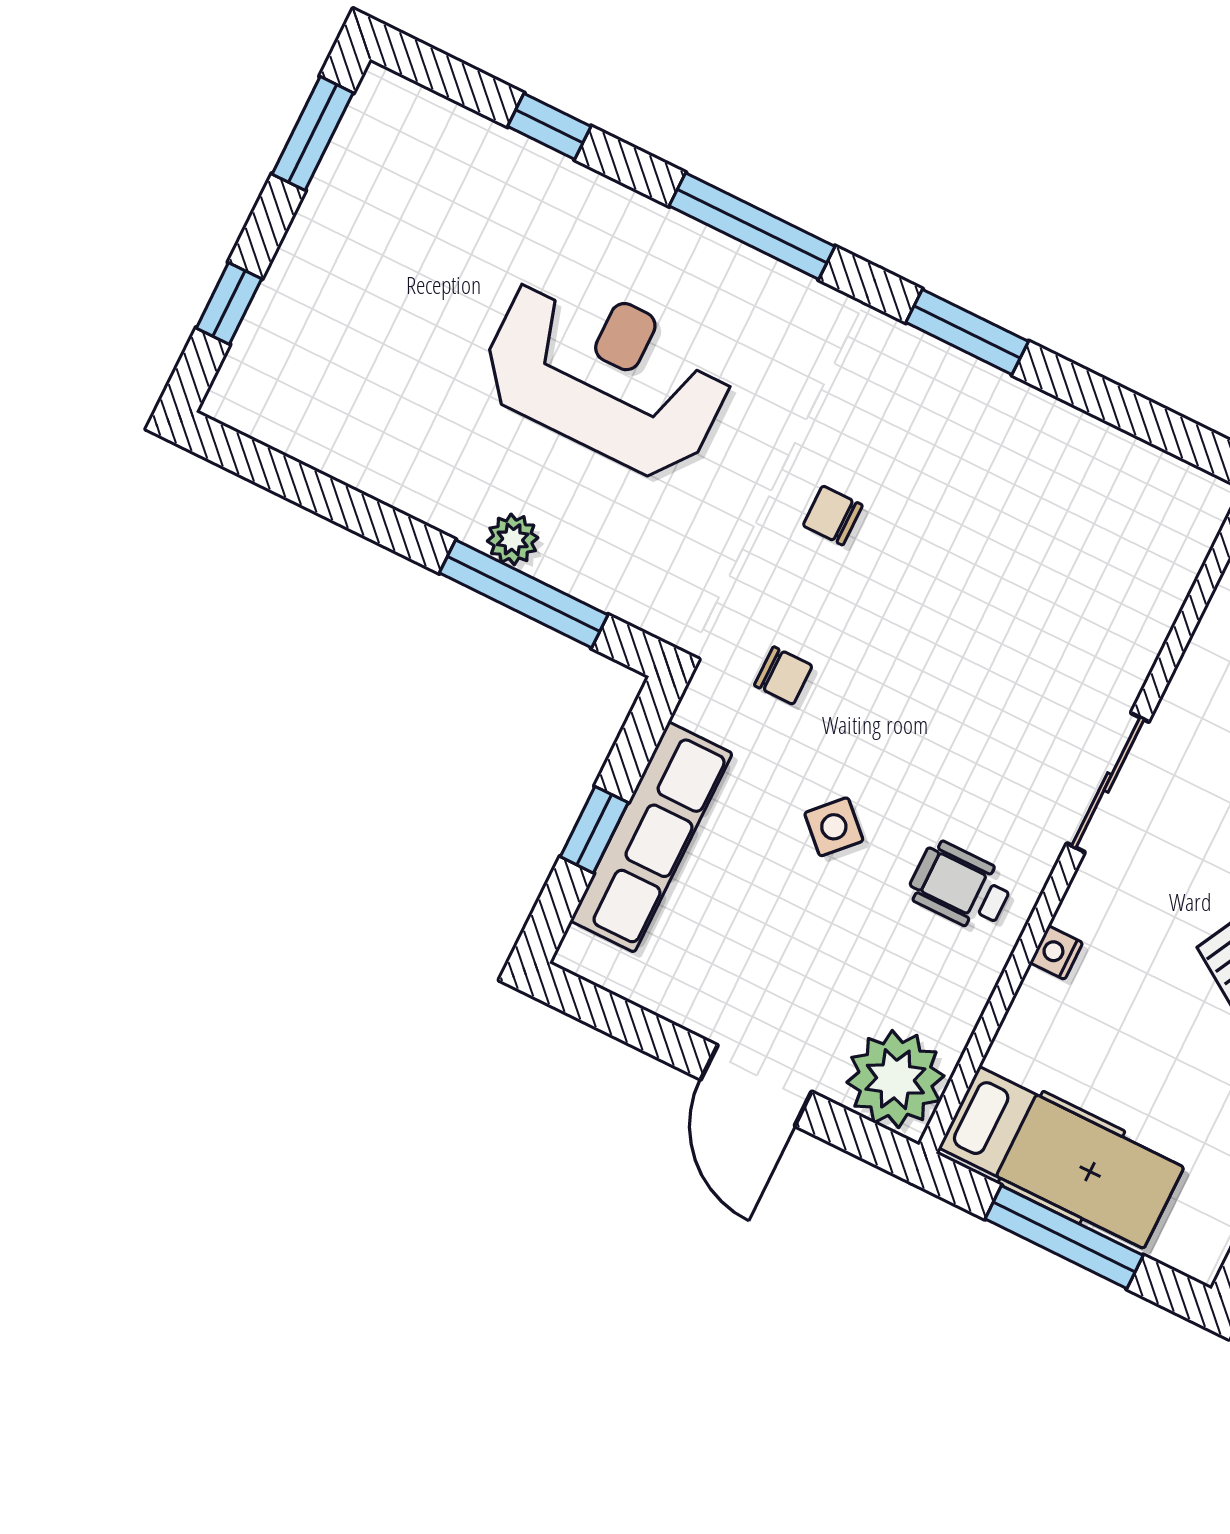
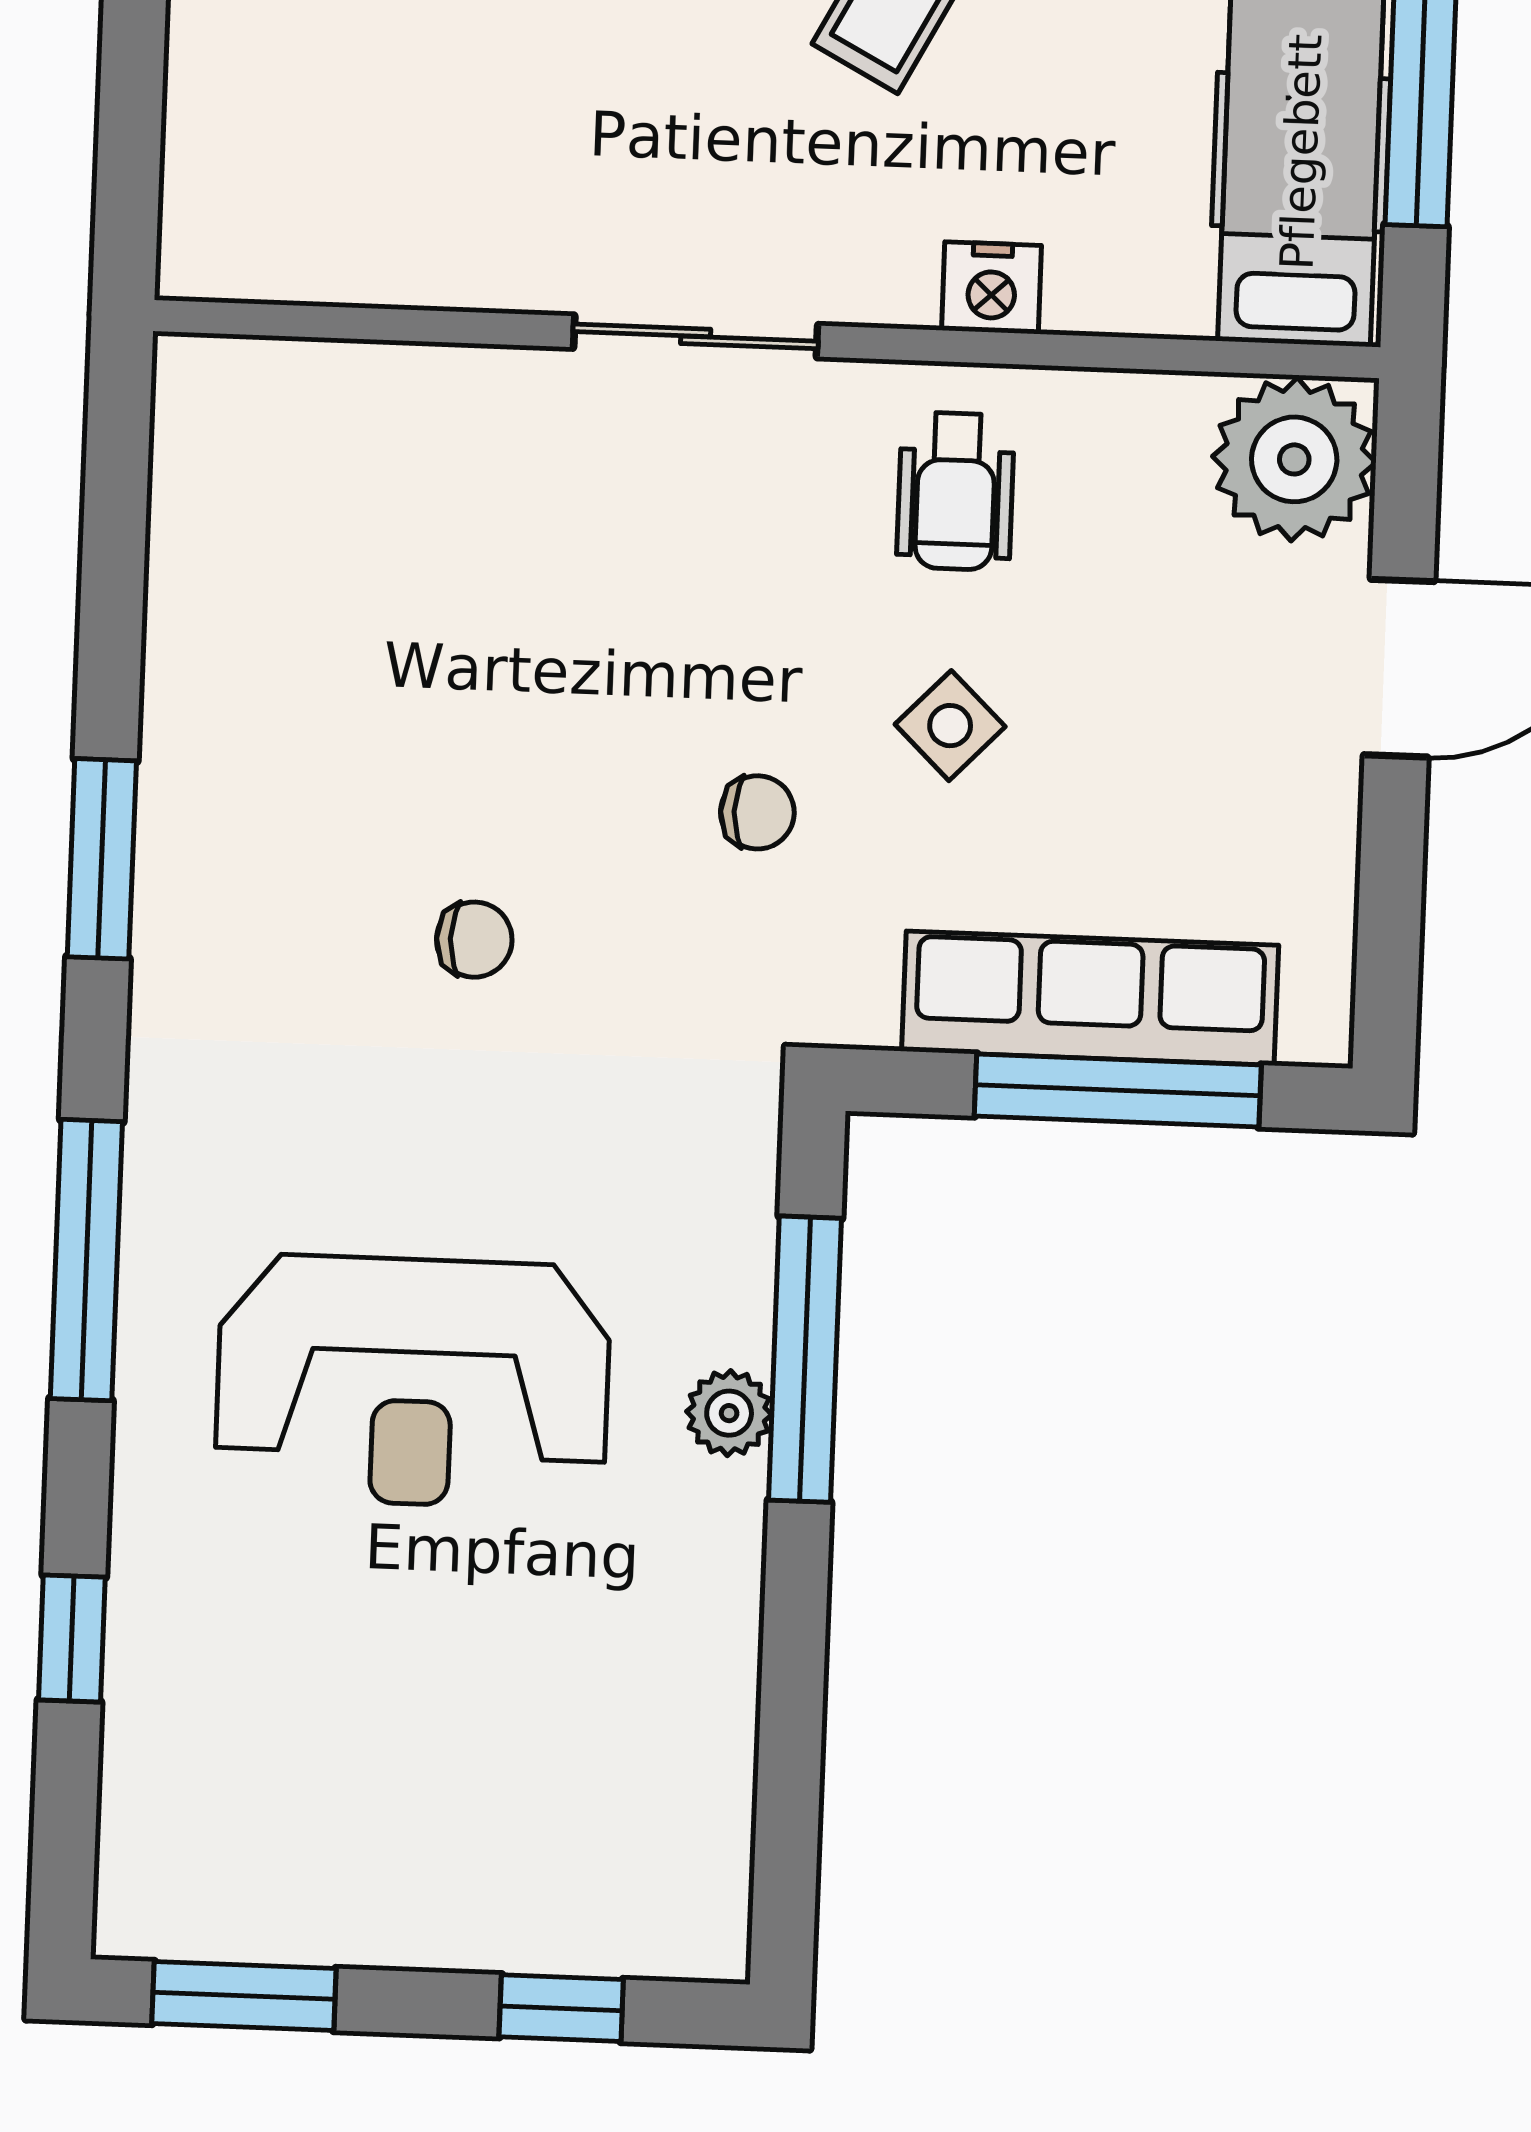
reception desk: (607, 375) -> (413, 1382), turned -90
chair: (833, 515) -> (474, 940), turned -90
chair: (783, 676) -> (757, 812), moved, turned 90
window: (594, 830) -> (1118, 1090), width x2.17
nightstand: (1056, 953) -> (992, 288), width x1.39, depth x1.35

